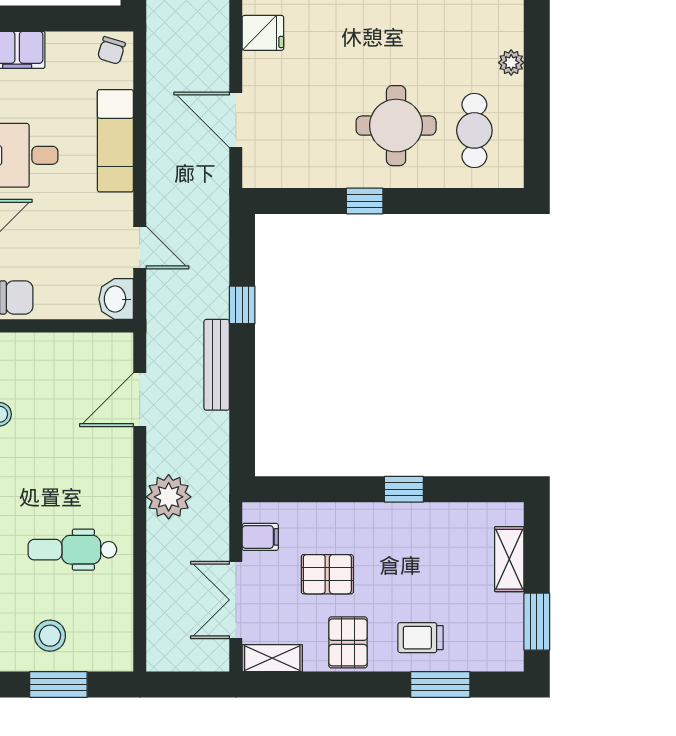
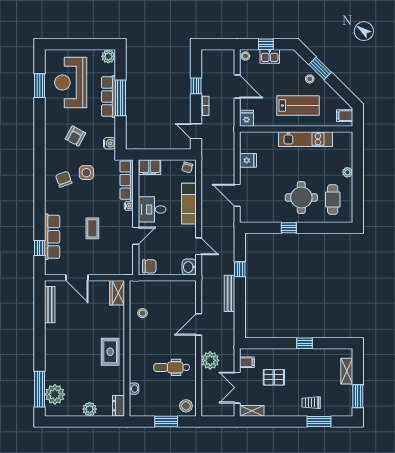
door: (140, 400) -> (199, 324), moved
plant: (169, 497) -> (210, 360), moved
stool: (50, 636) -> (186, 406), moved
pallet: (348, 642) -> (282, 405), removed

